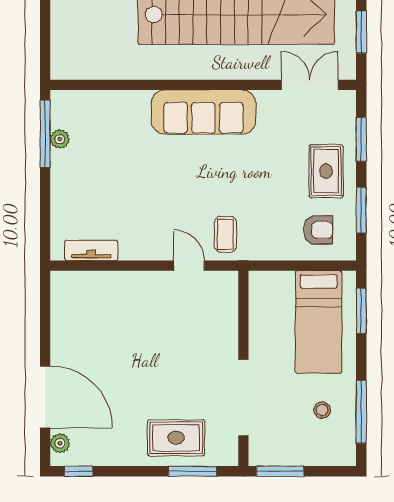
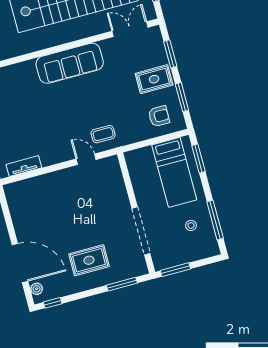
rug: (326, 171) -> (154, 79), turned 90
coffee table: (225, 234) -> (103, 134), turned 90
rug: (176, 438) -> (89, 260), moved

